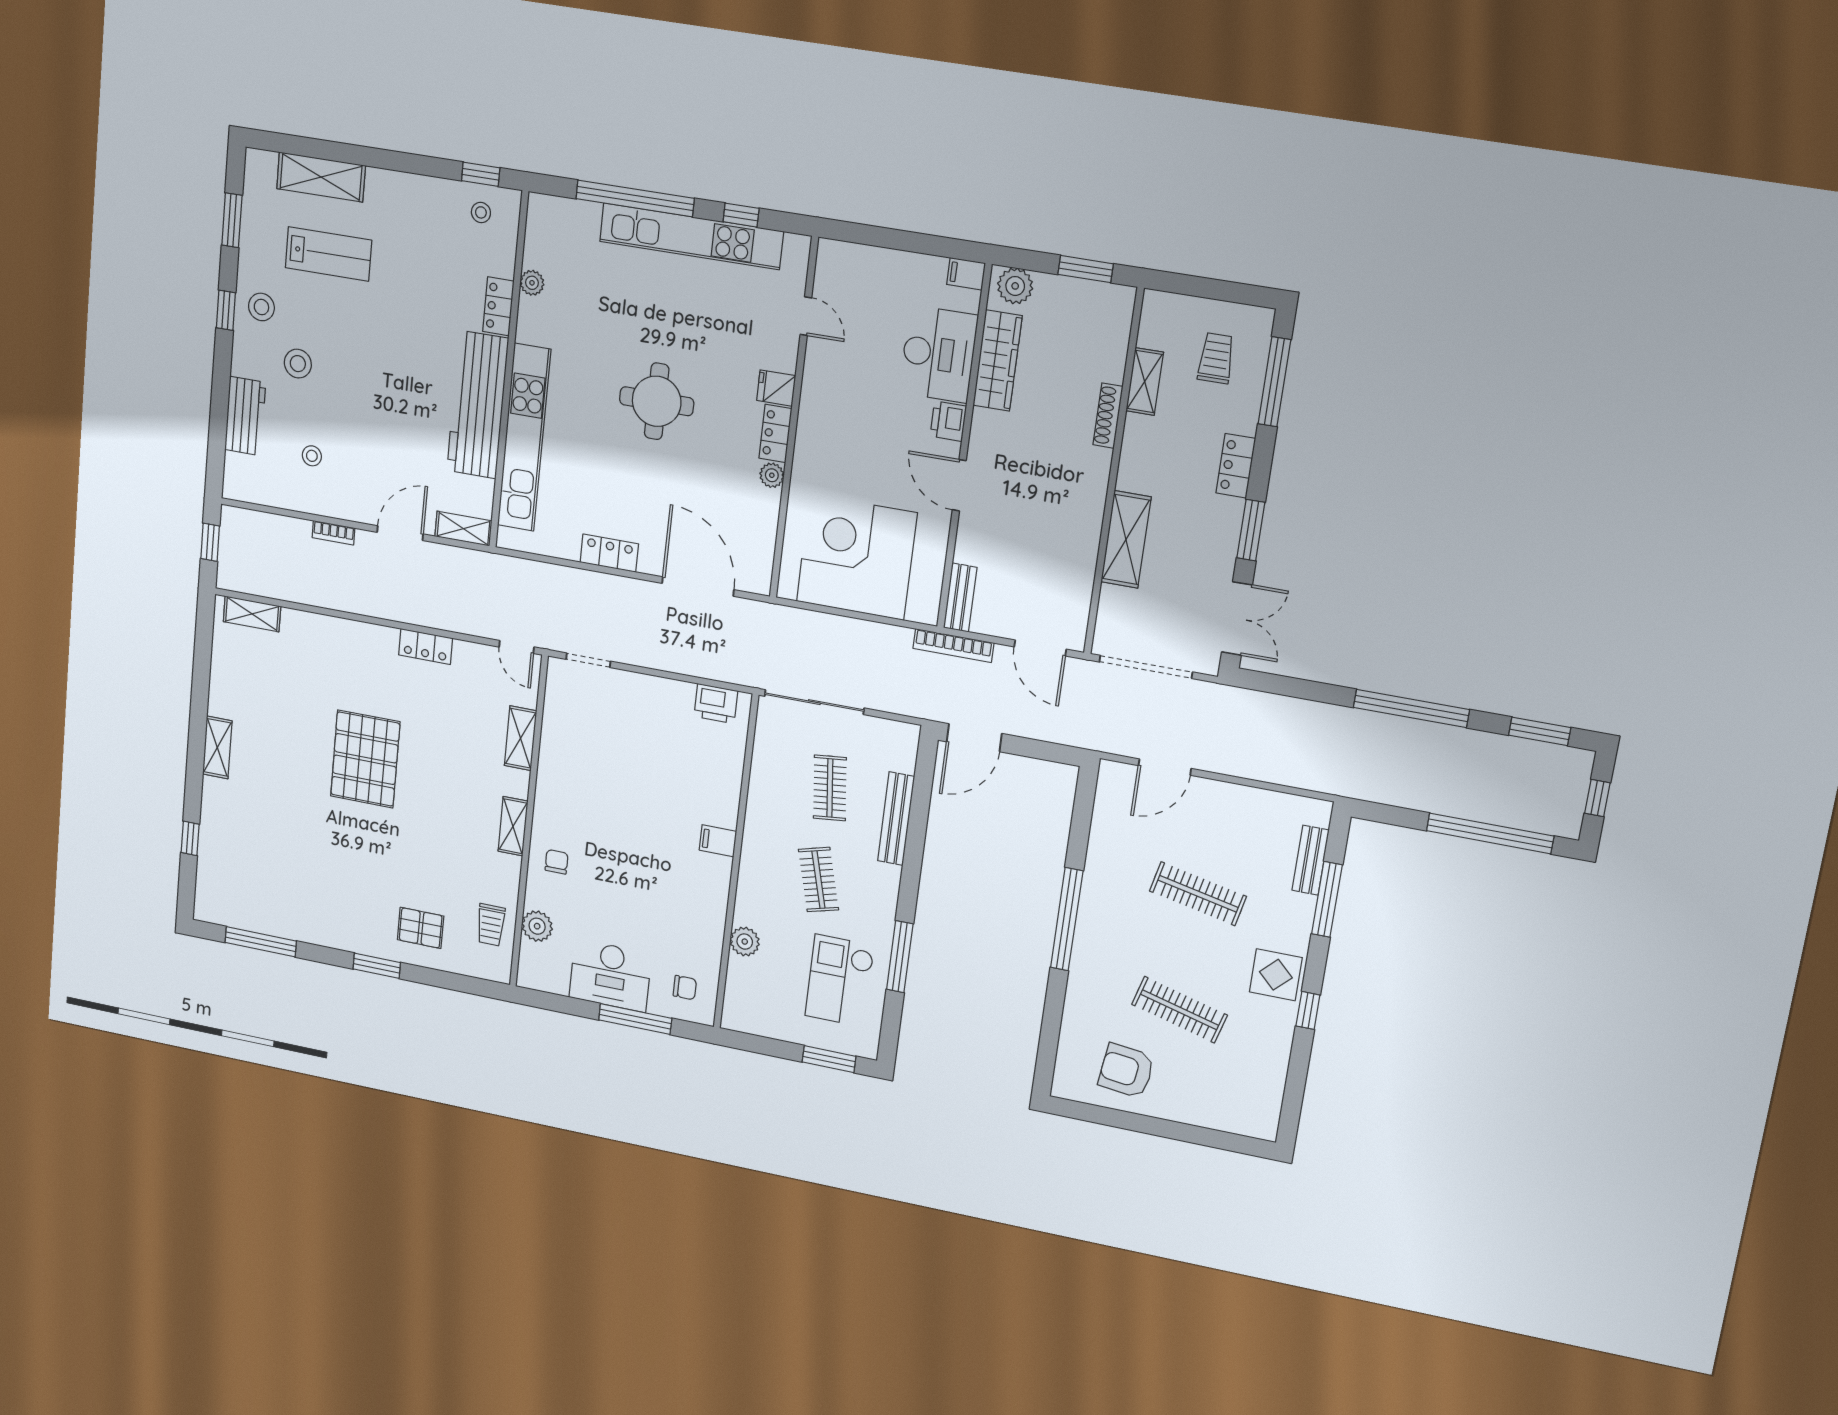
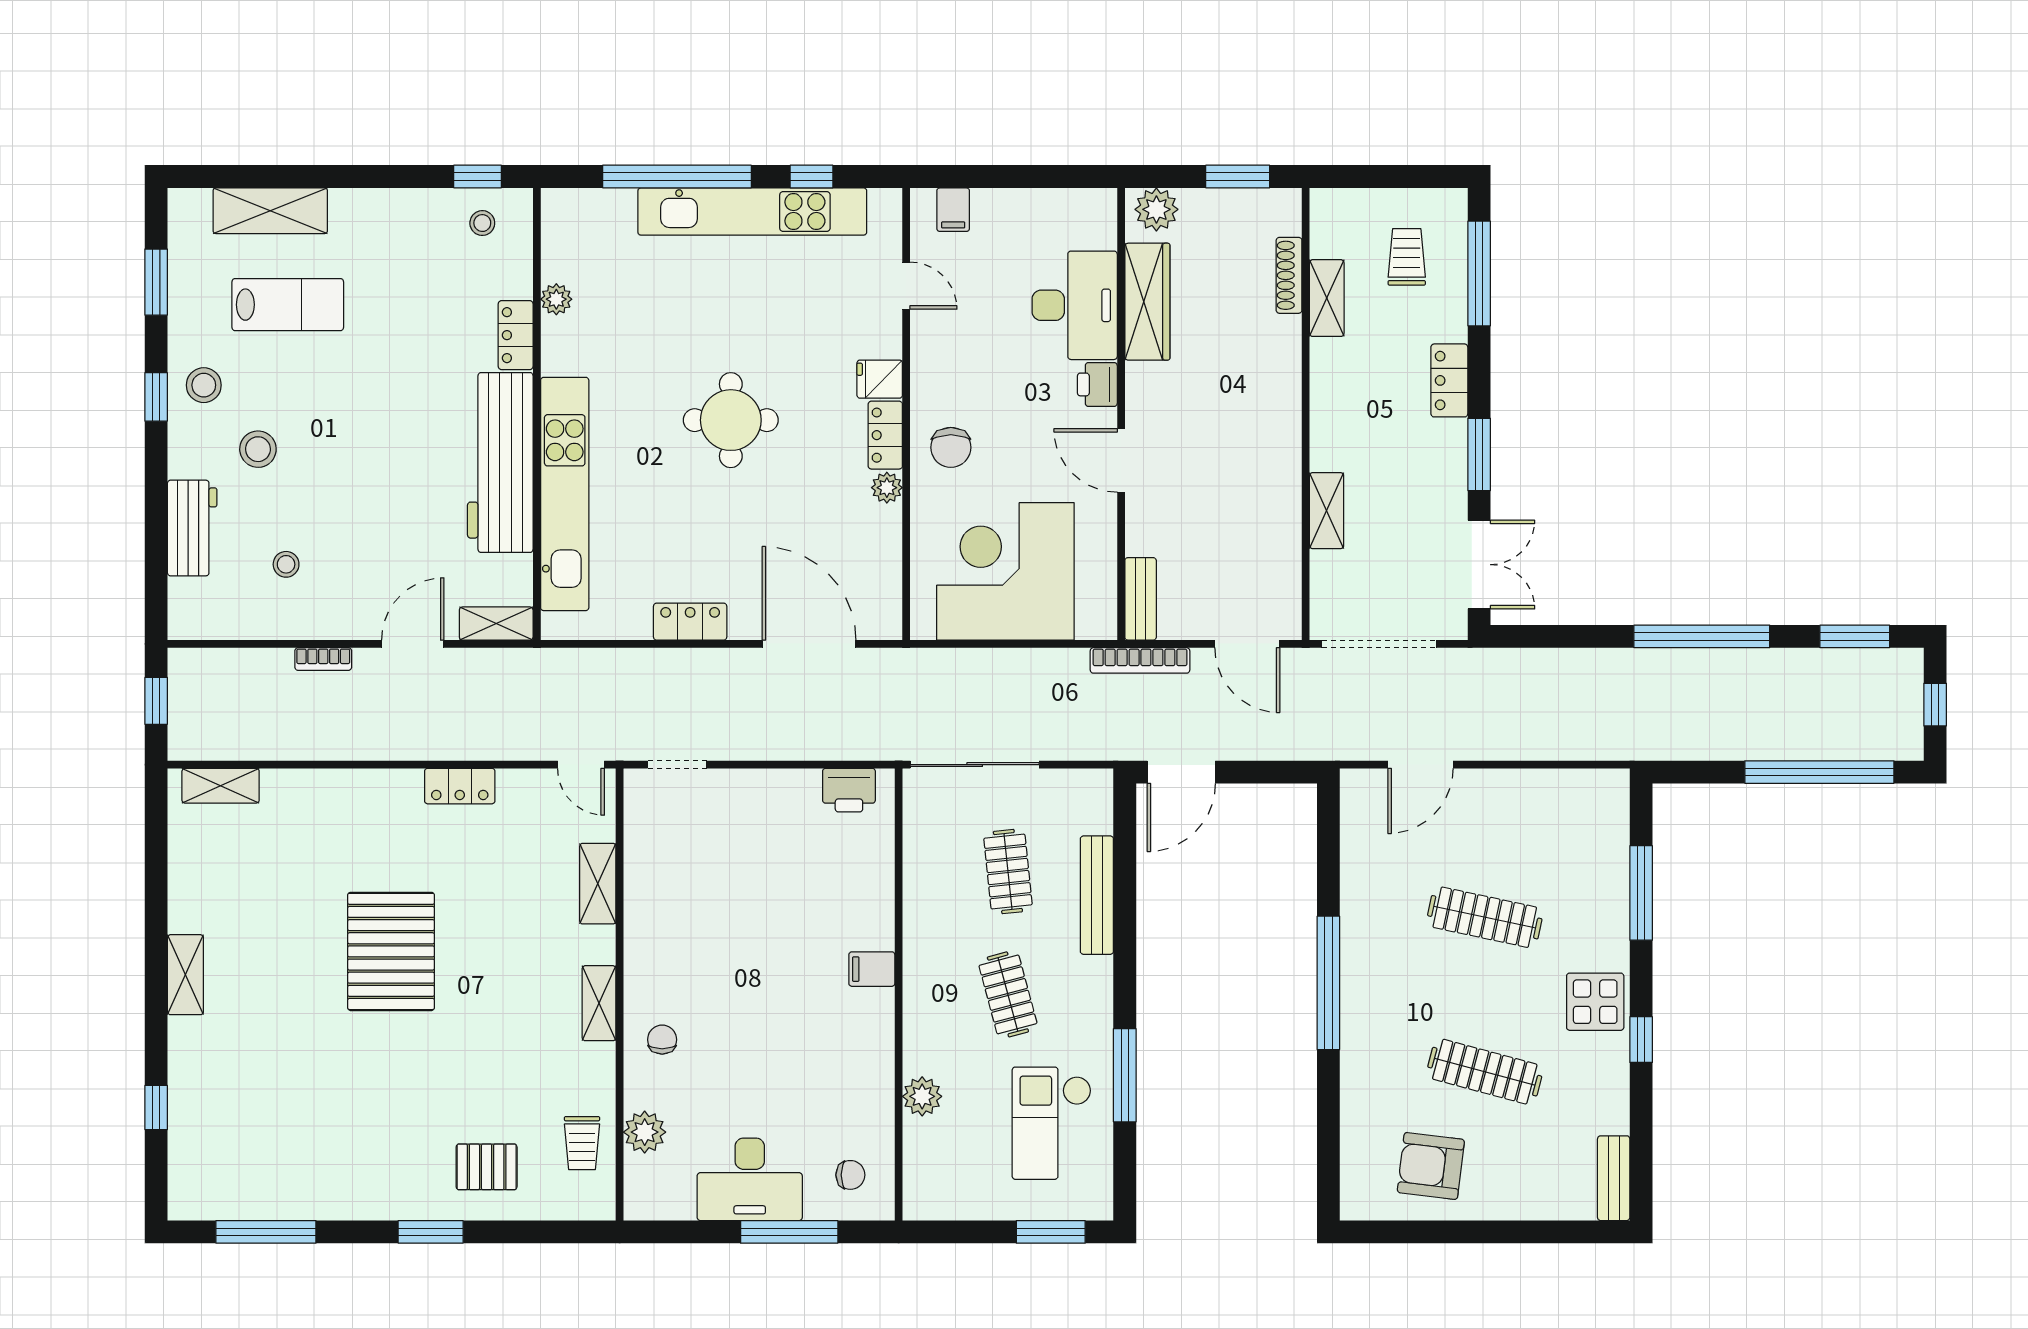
filing cabinet: (966, 274) -> (953, 210), moved, turned -90
shoe rack: (1108, 416) -> (1289, 275), moved
chair: (826, 452) -> (951, 447), added
shelving: (1126, 539) -> (1327, 511), width x0.67, depth x0.75
bench: (1310, 860) -> (1614, 1178), moved

